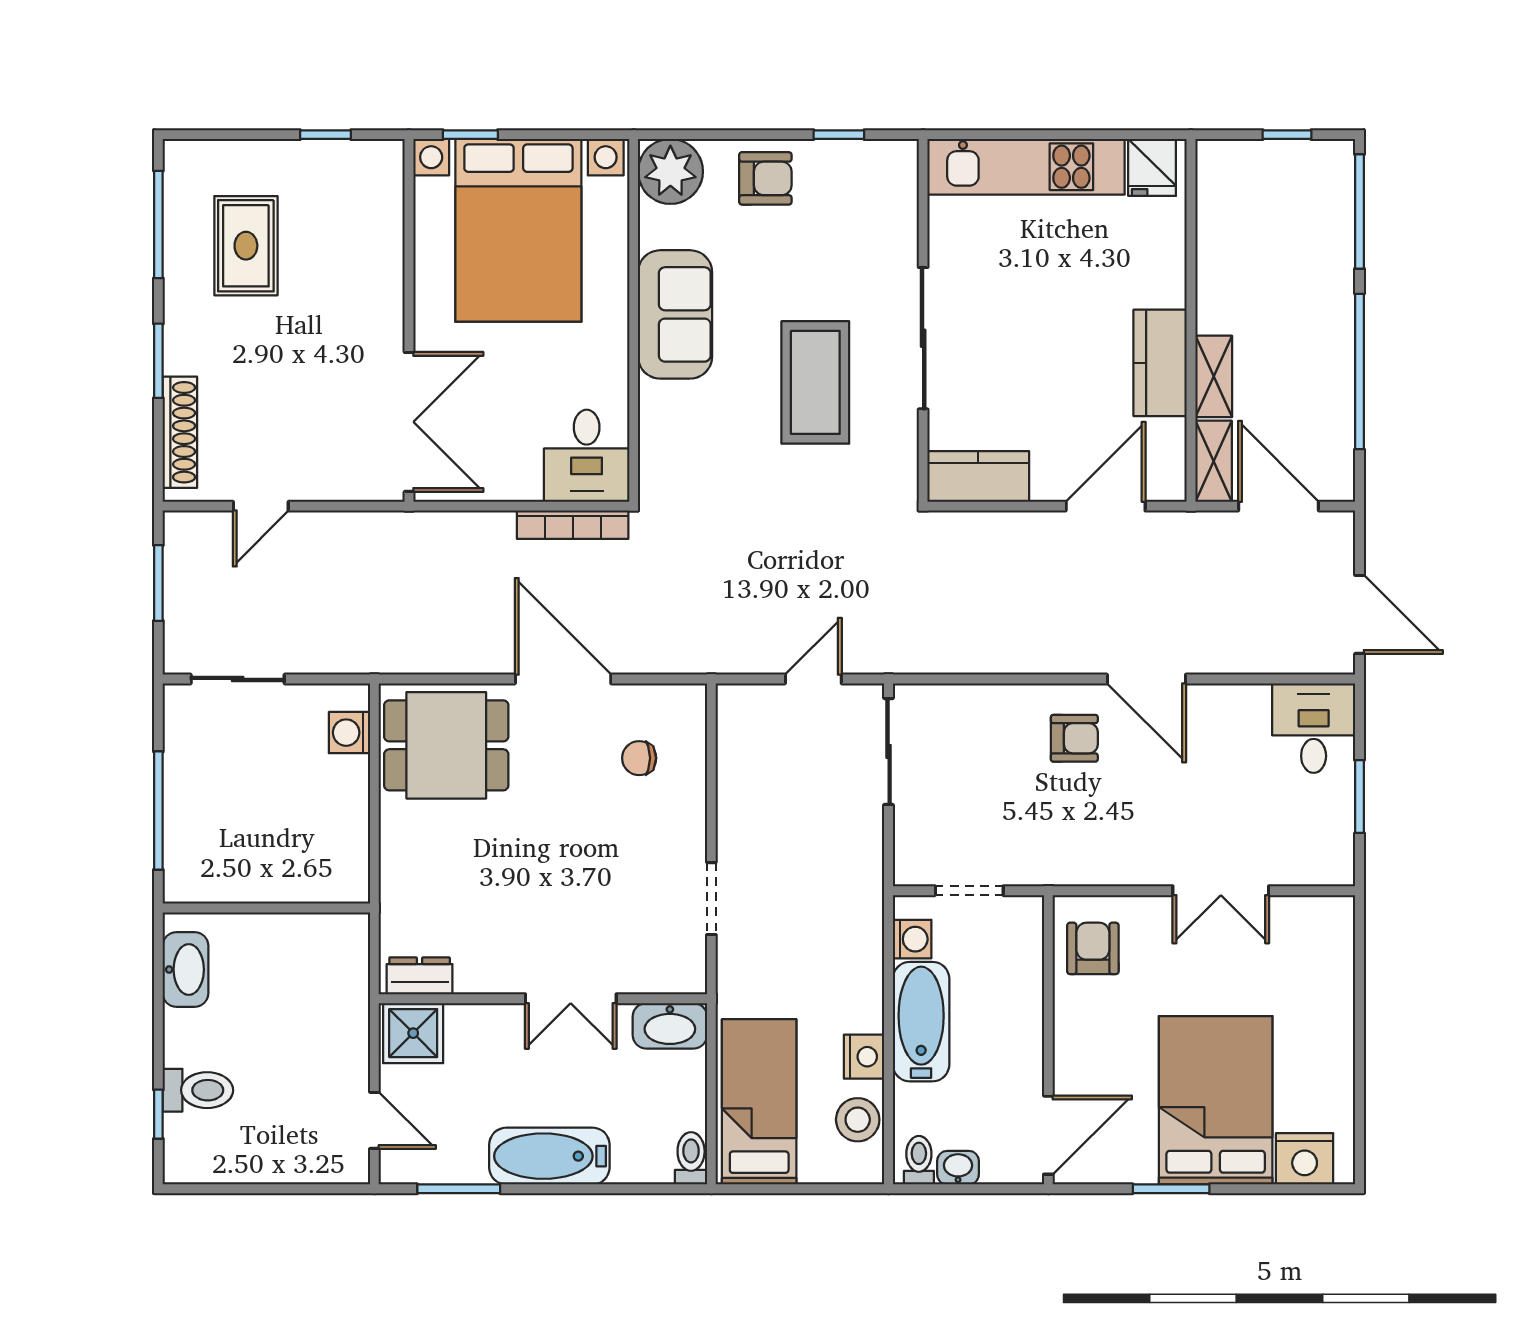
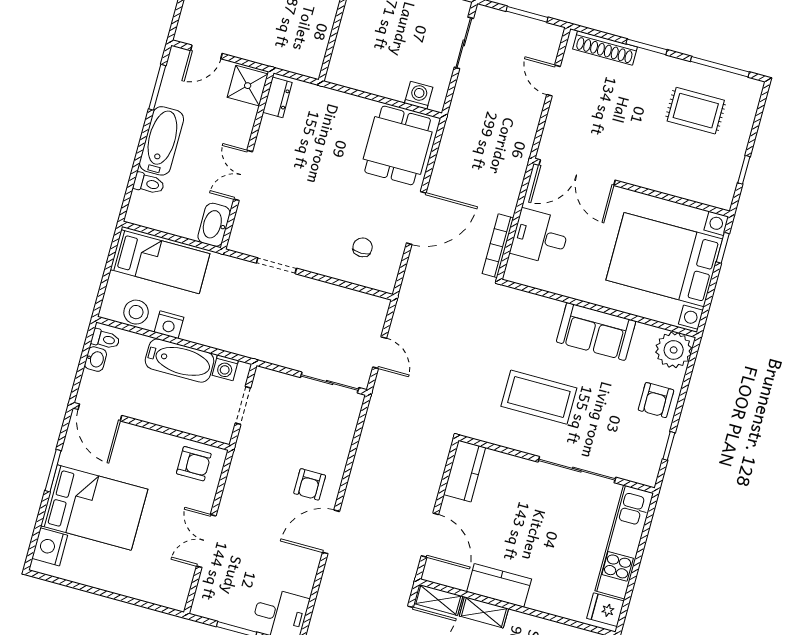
sliding door: (923, 338) -> (577, 470), moved
desk: (587, 456) -> (540, 237), moved
toilet: (691, 1158) -> (149, 183), moved

